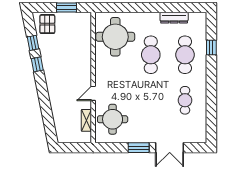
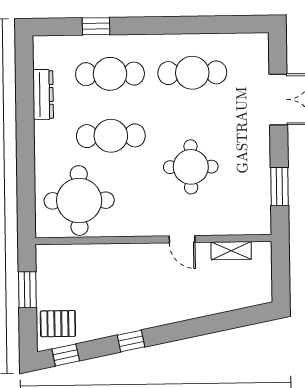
window: (33, 43) -> (66, 355), moved
cafe table: (185, 100) -> (192, 73), width x1.37, depth x1.35
round table: (113, 119) -> (191, 167), moved
window: (139, 148) -> (279, 187), moved

